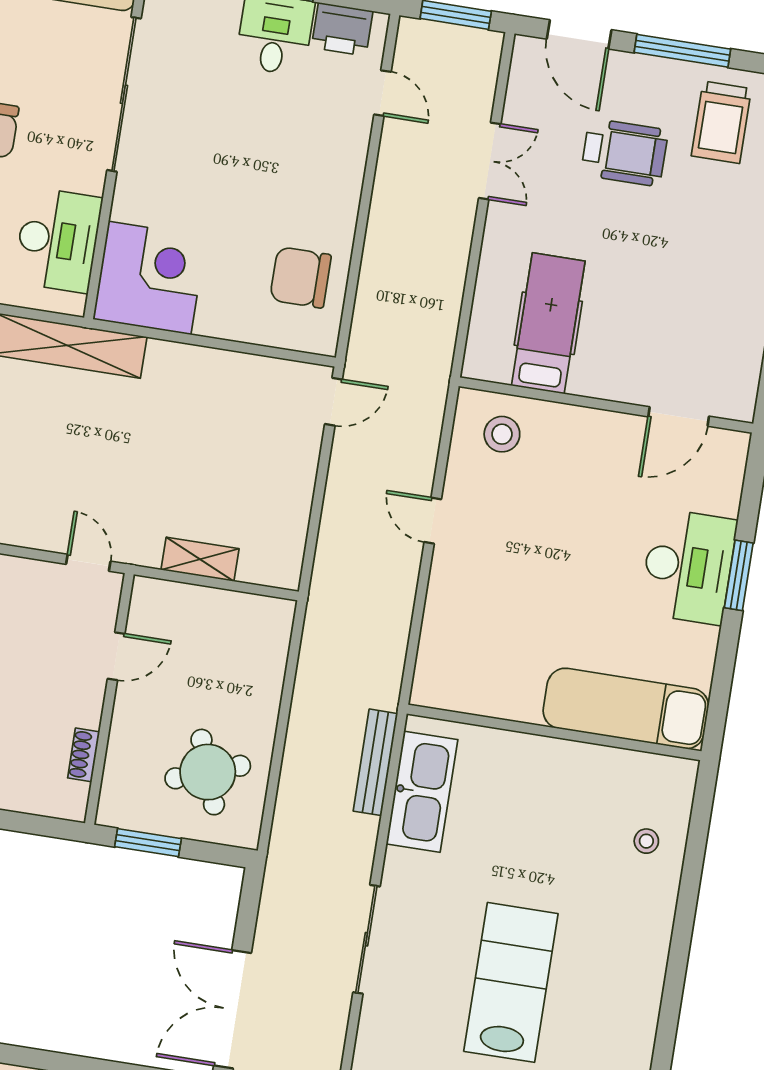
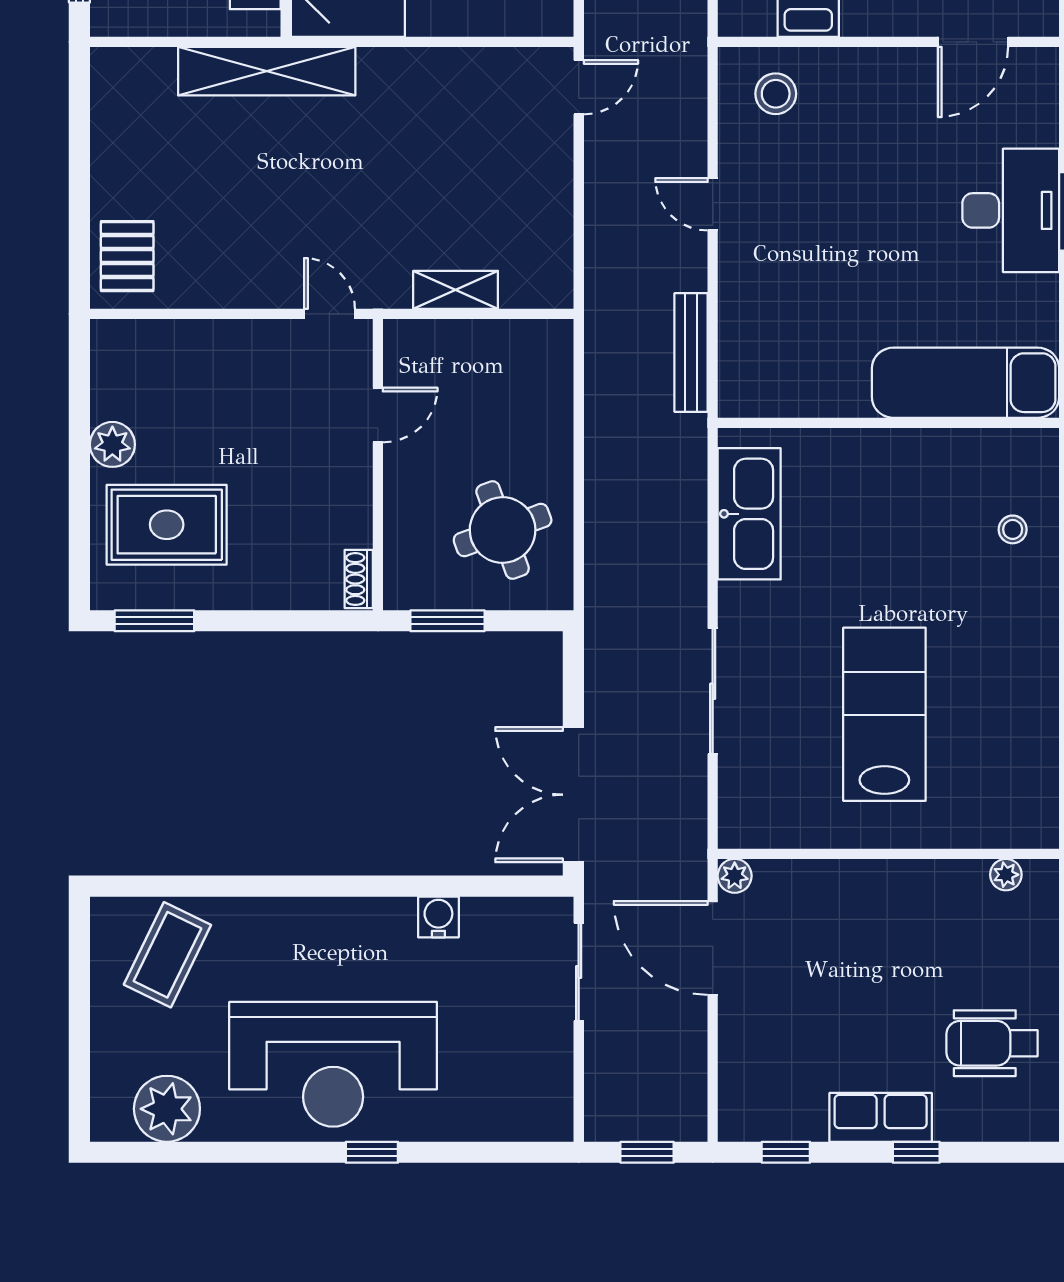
shoe rack: (84, 755) -> (359, 579), moved
bench: (375, 762) -> (691, 352), moved

